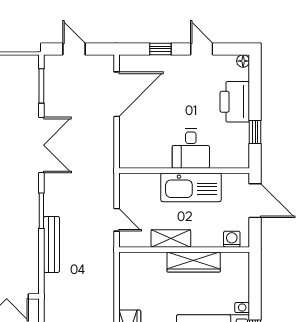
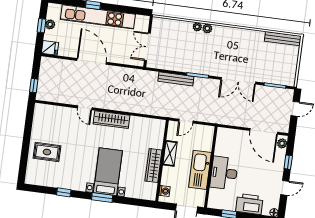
plant: (132, 62) -> (282, 143), added
desk: (191, 149) -> (224, 173), width x1.37

